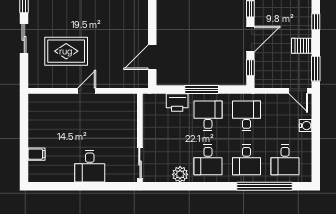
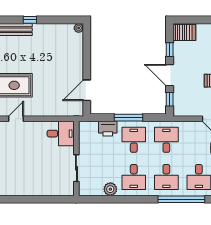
door: (250, 39) -> (170, 75), swing flipped
door: (87, 91) -> (16, 119), moved
sliding door: (140, 163) -> (76, 168), moved
desk: (90, 166) -> (61, 134), moved, turned -90

